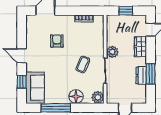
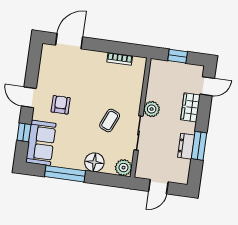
armchair: (57, 41) -> (61, 105), moved

